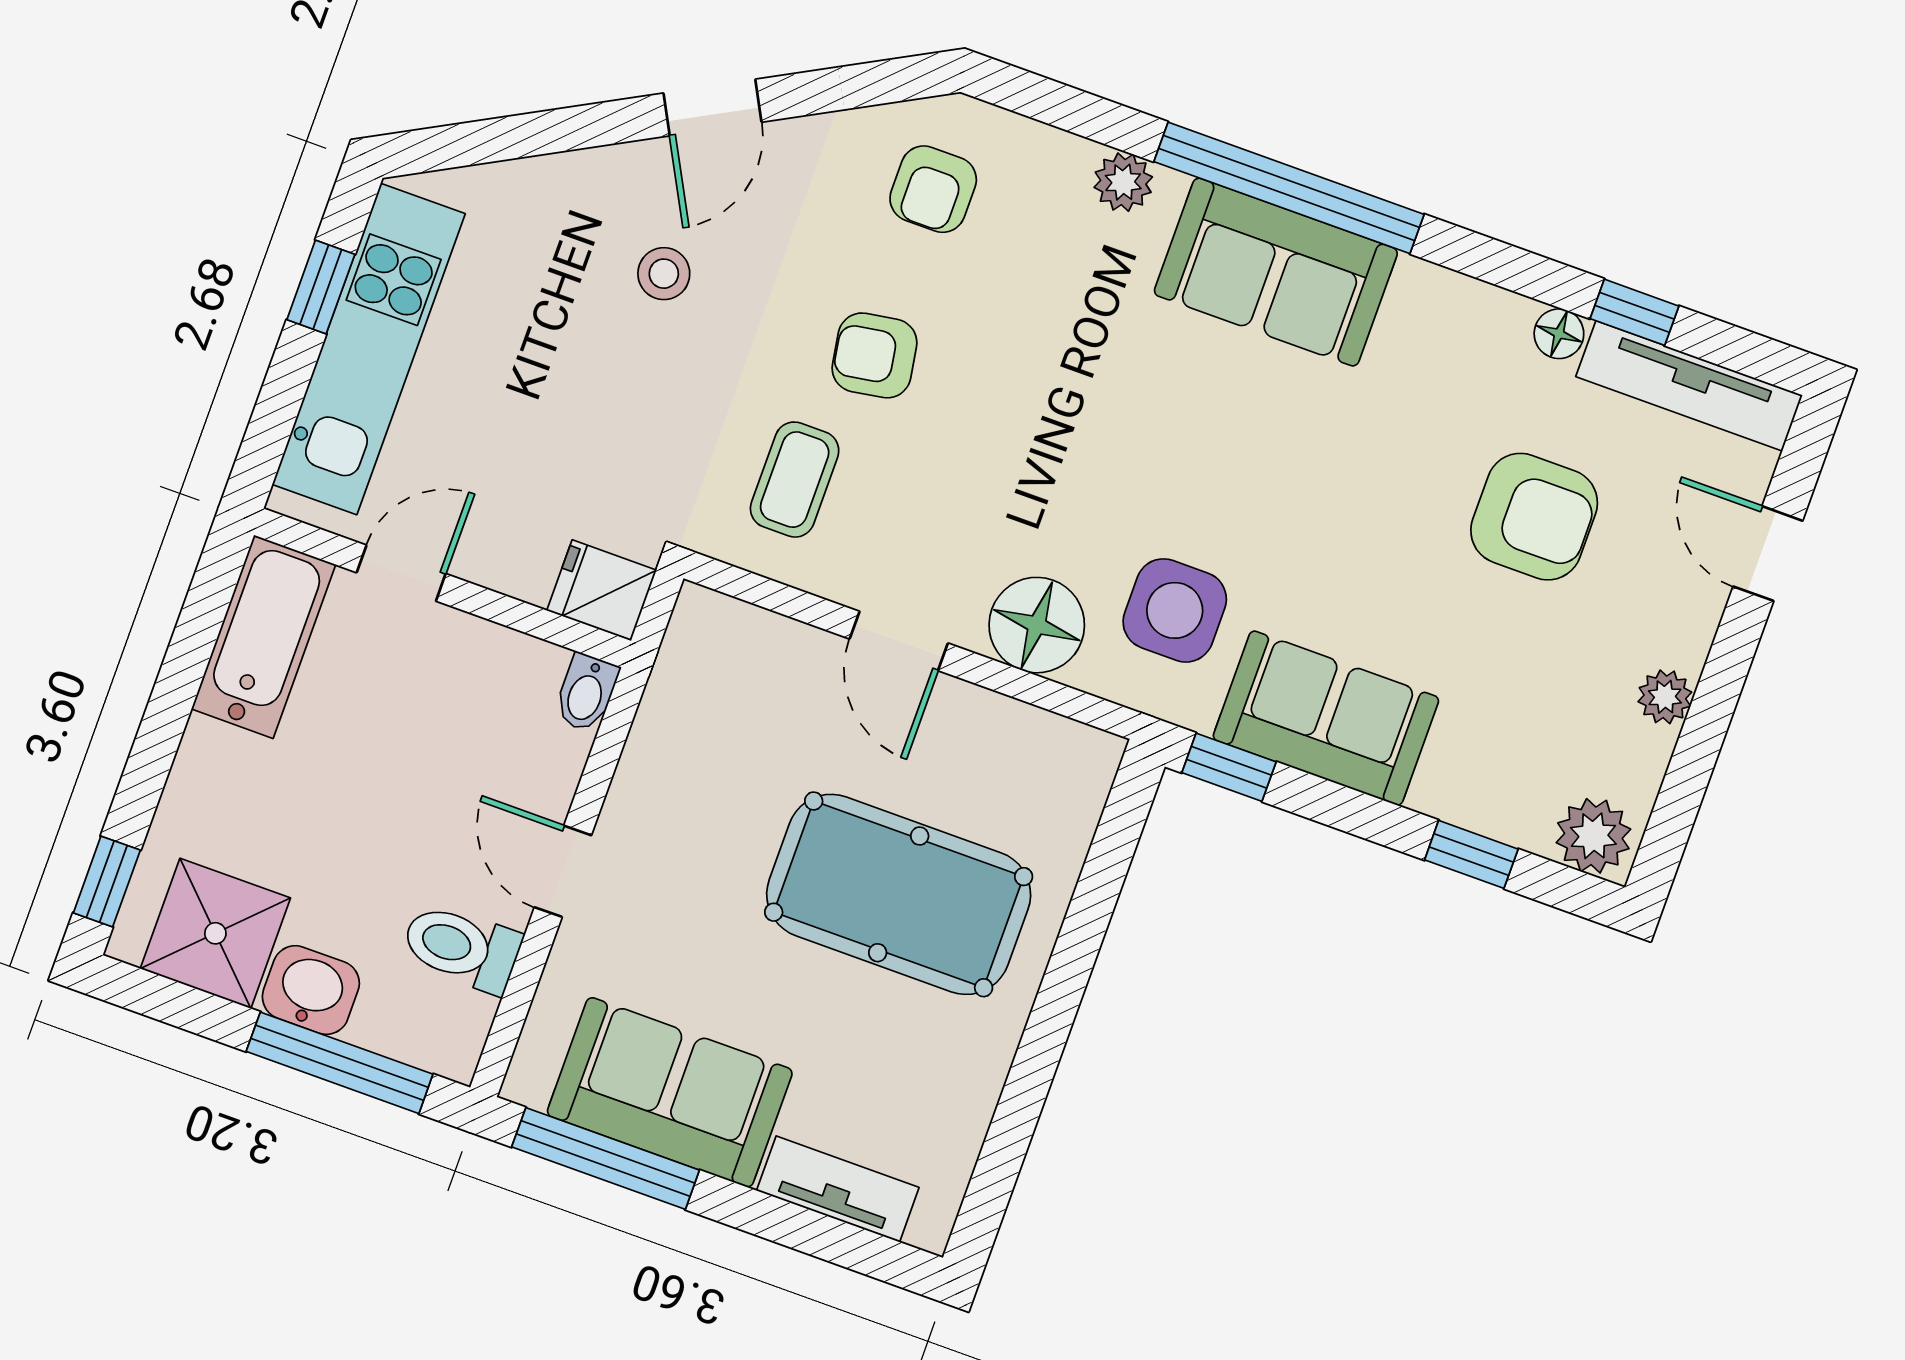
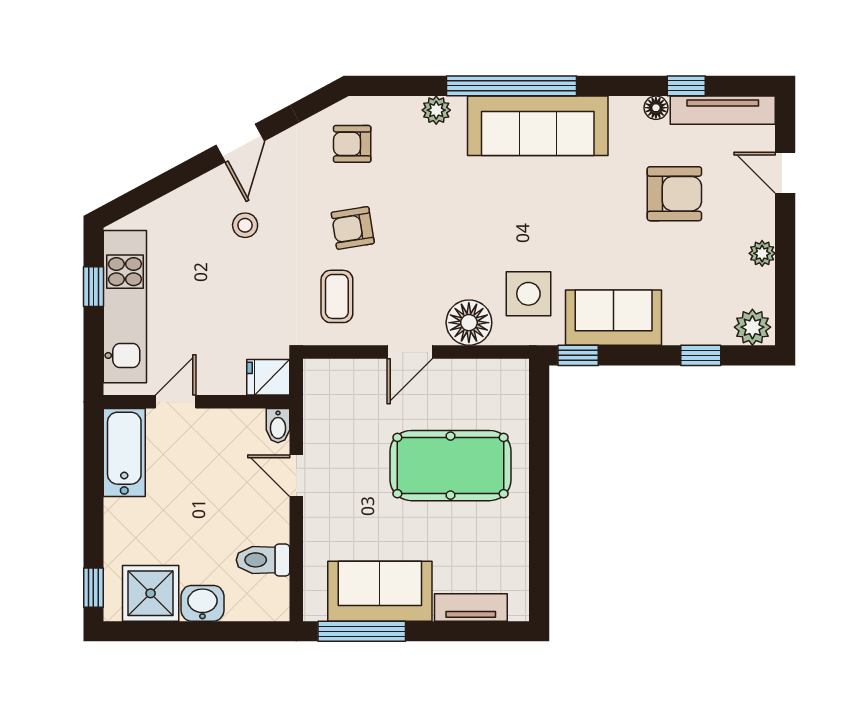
armchair: (933, 189) -> (352, 144), turned 90
sofa: (1276, 272) -> (538, 126), width x1.36
door: (899, 641) -> (410, 352), hinge flipped
door: (563, 871) -> (296, 476), moved
window: (340, 1063) -> (227, 631), removed

